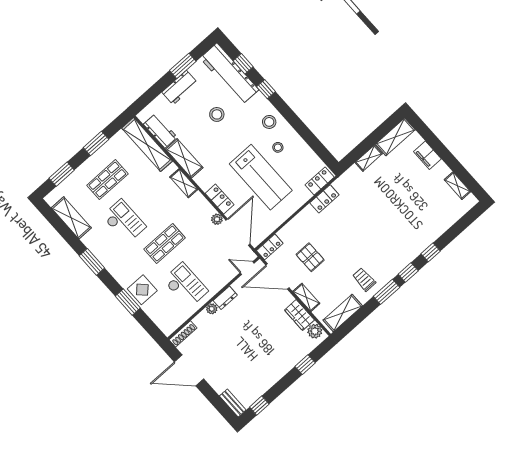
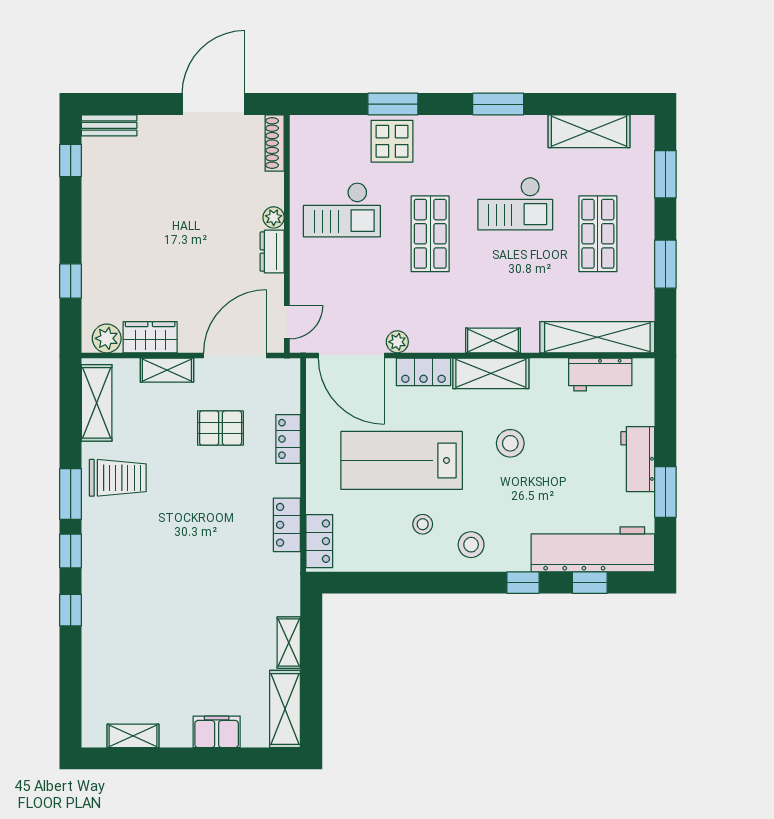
stool: (217, 114) -> (510, 443), moved
shelving: (184, 158) -> (491, 373), moved
locker: (270, 247) -> (288, 439), moved
trolley: (364, 279) -> (118, 478), width x1.36, depth x1.39

